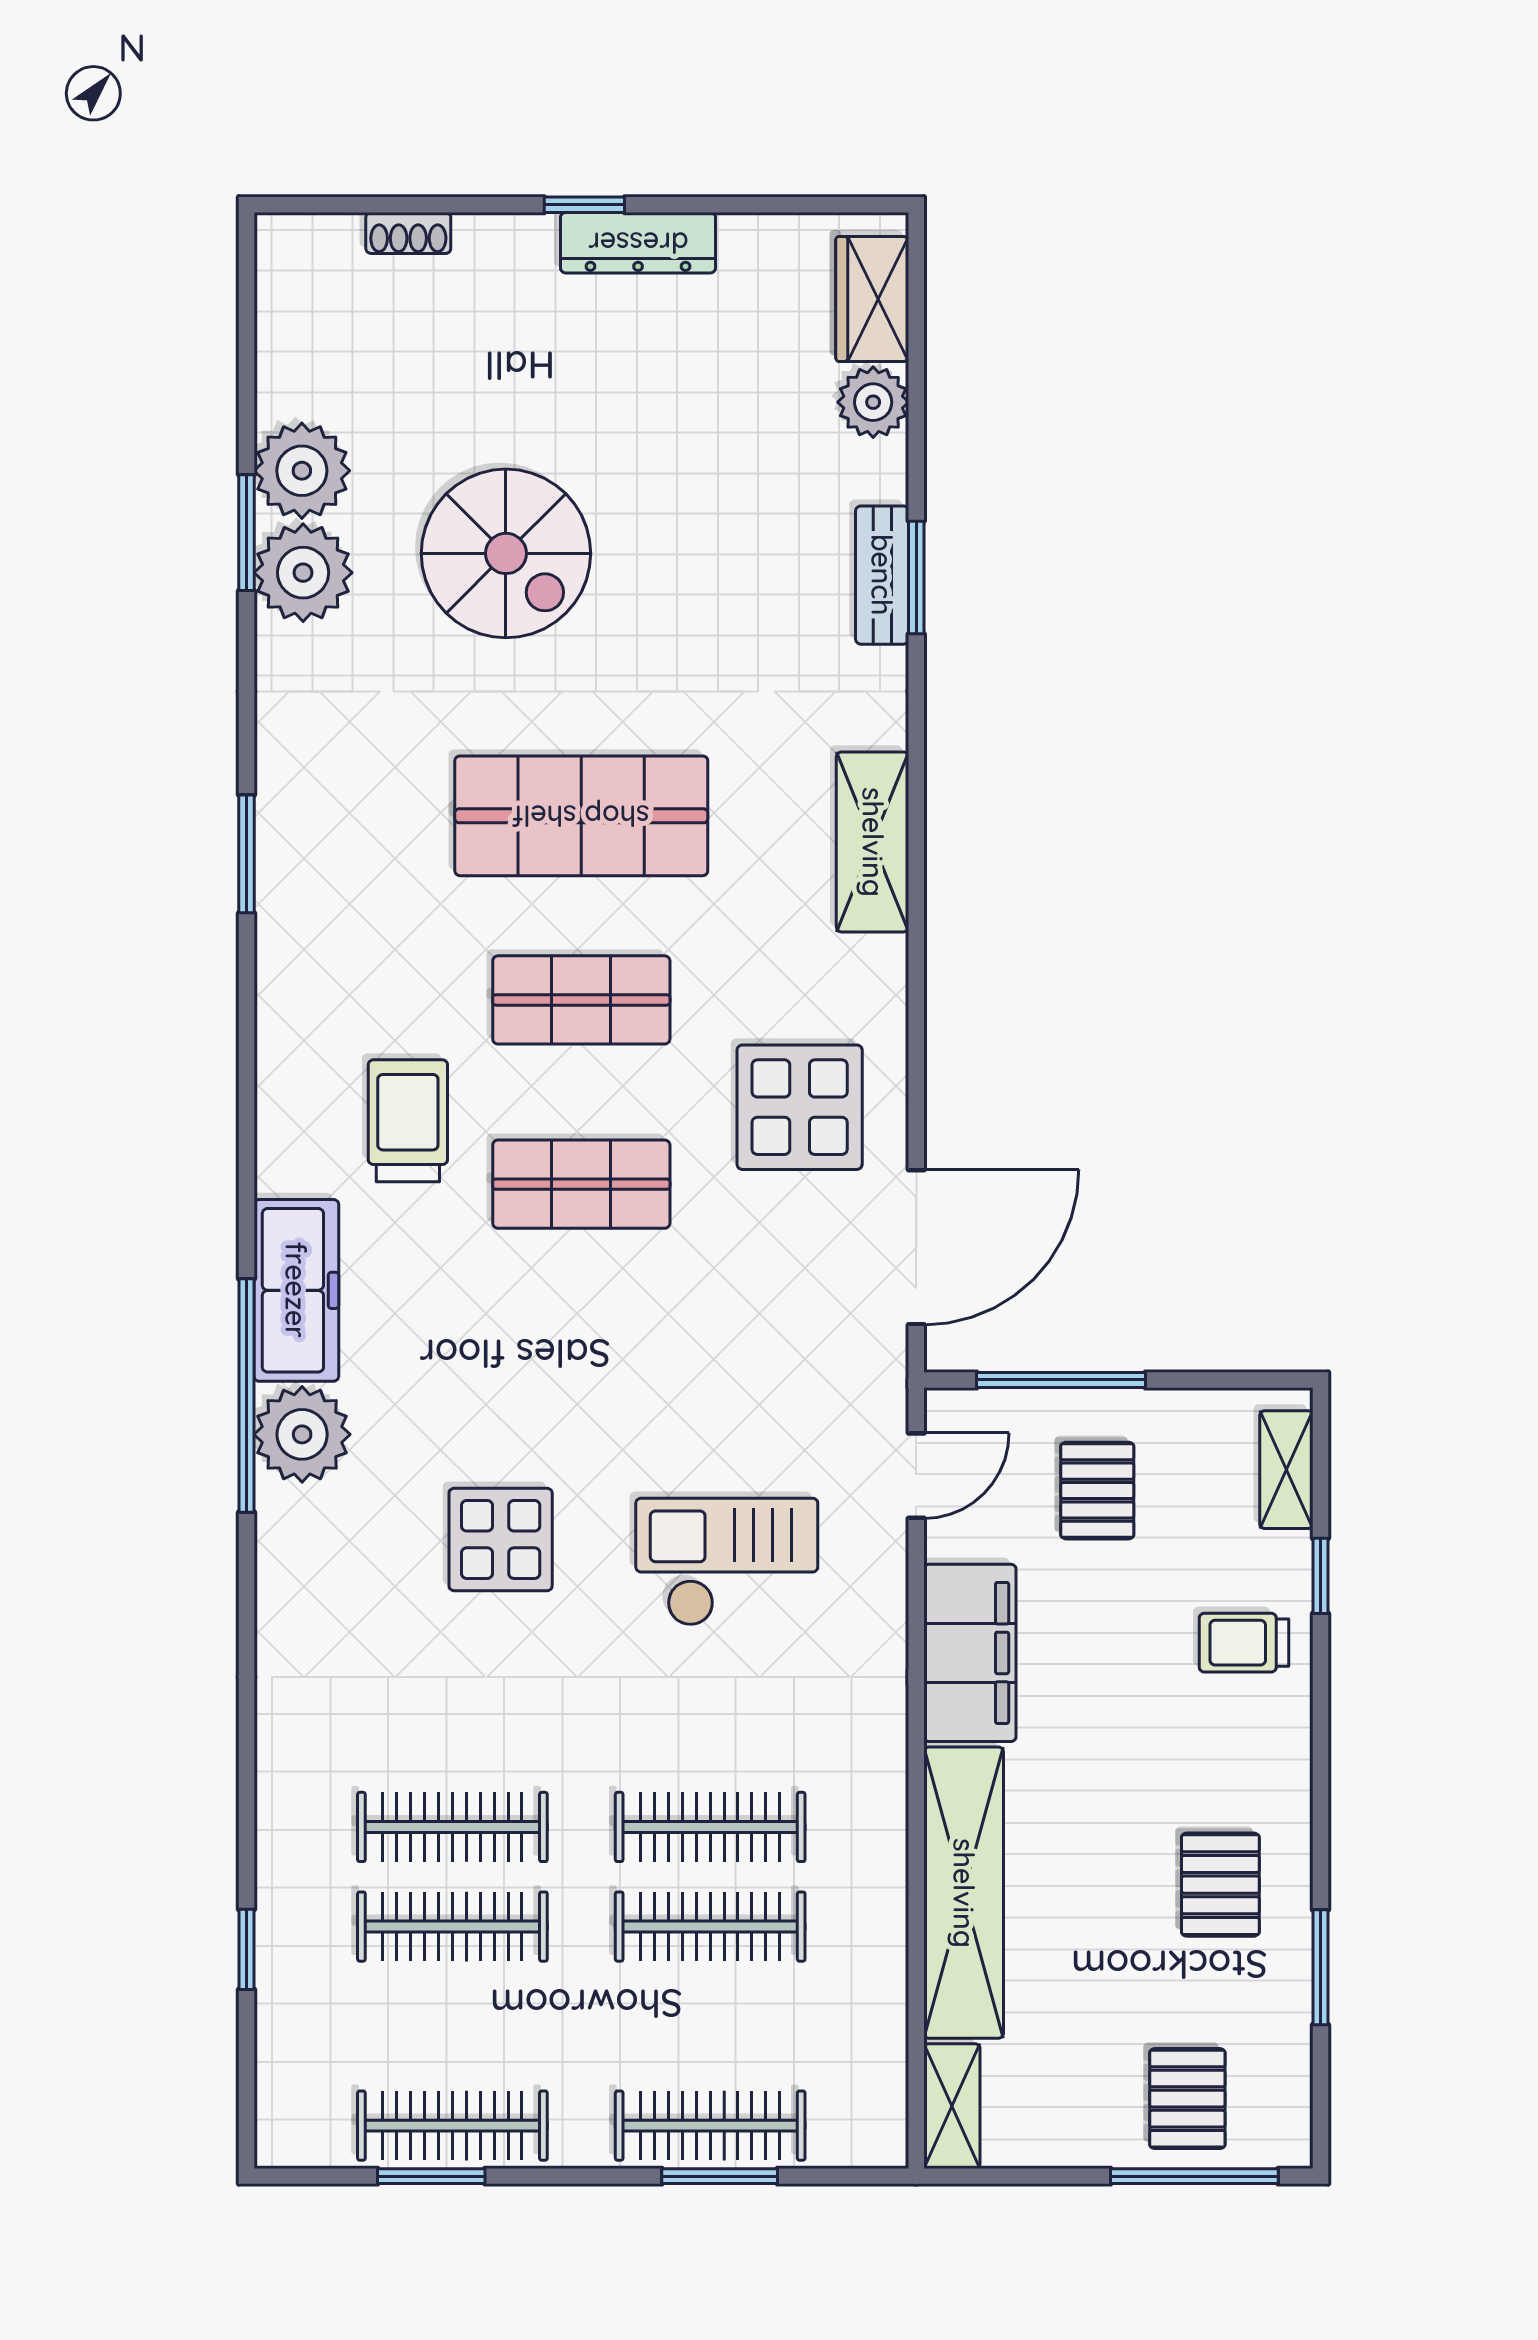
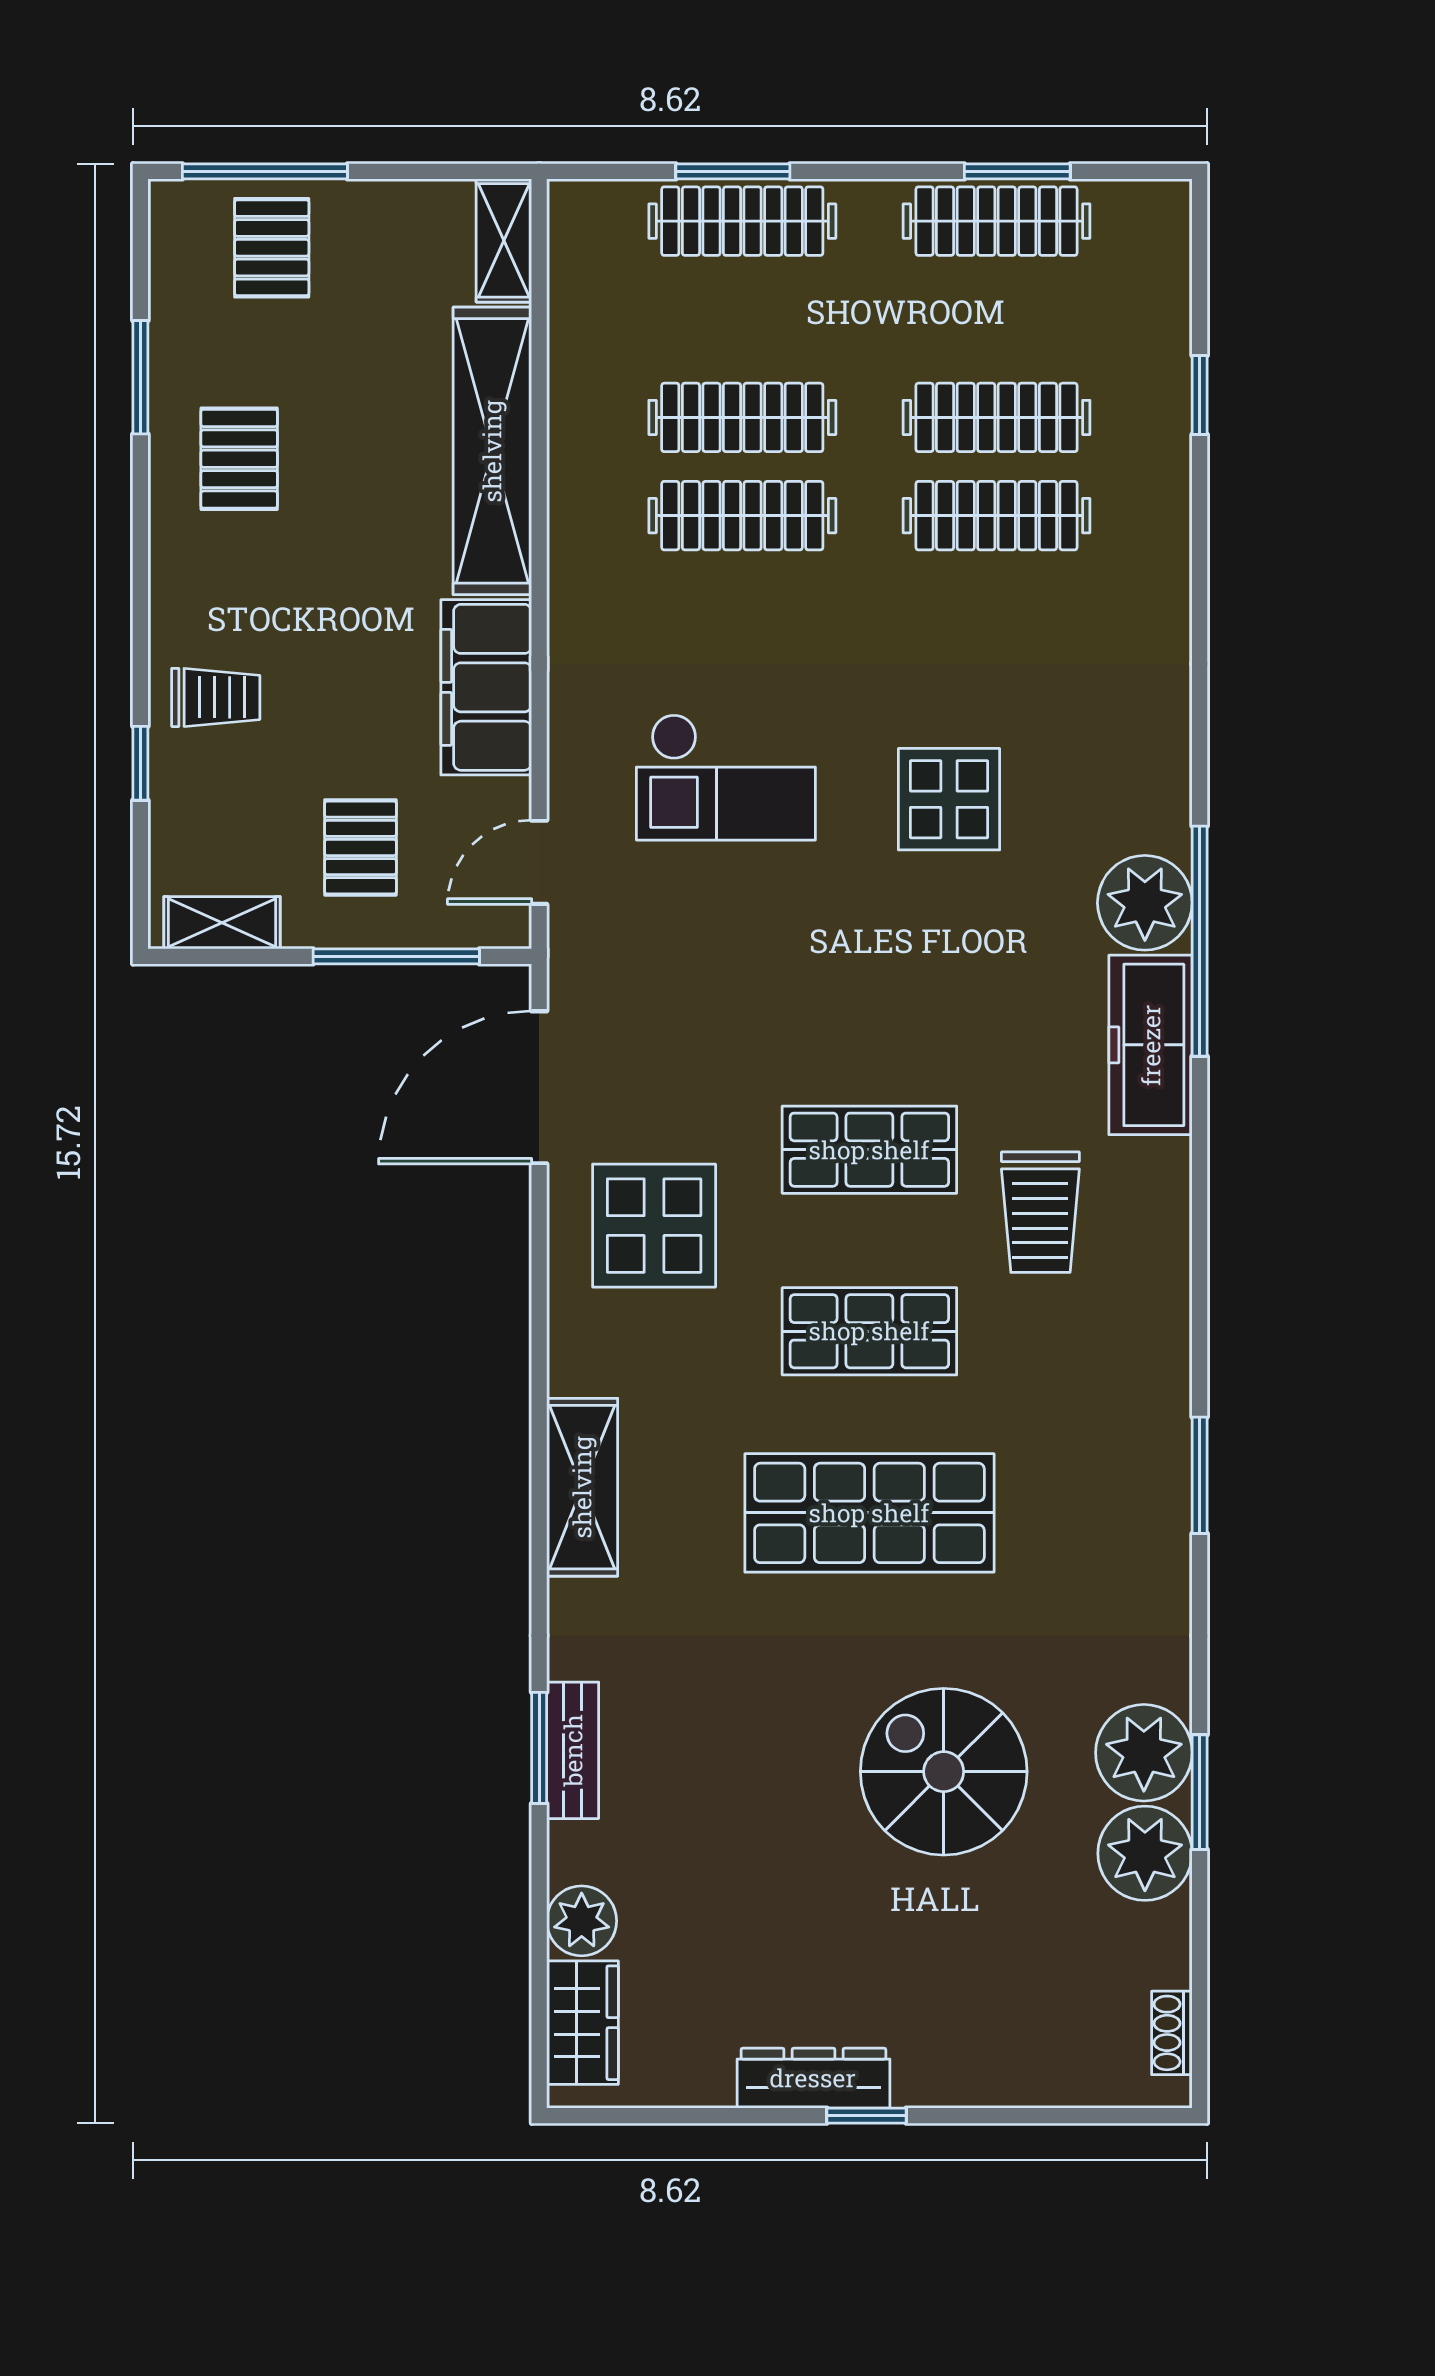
shoe rack: (408, 233) -> (1172, 2033), moved, turned -90
shelving: (1286, 1470) -> (222, 923), moved, turned 90

